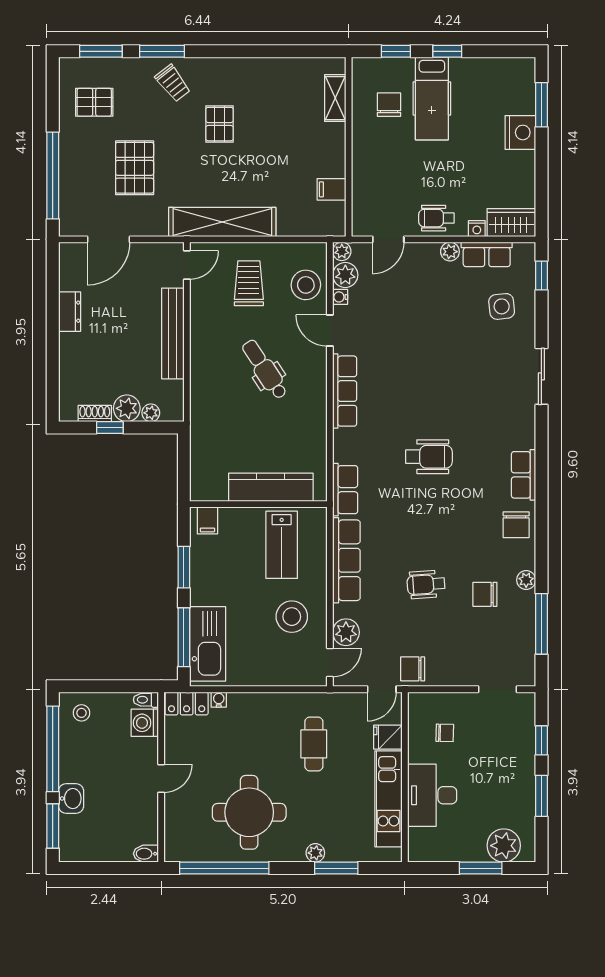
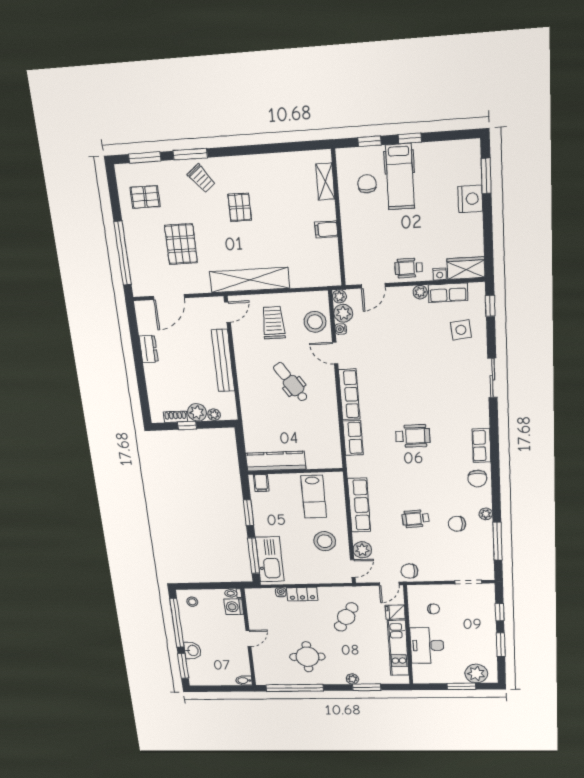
filing cabinet: (331, 189) -> (326, 229), moved
kitchen counter: (271, 487) -> (276, 461), moved
row of seats: (345, 490) -> (353, 438), moved
locker: (187, 704) -> (302, 594), moved
cafe table: (314, 744) -> (346, 617), turned 32
round table: (249, 812) -> (307, 657), width x0.73, depth x0.73

